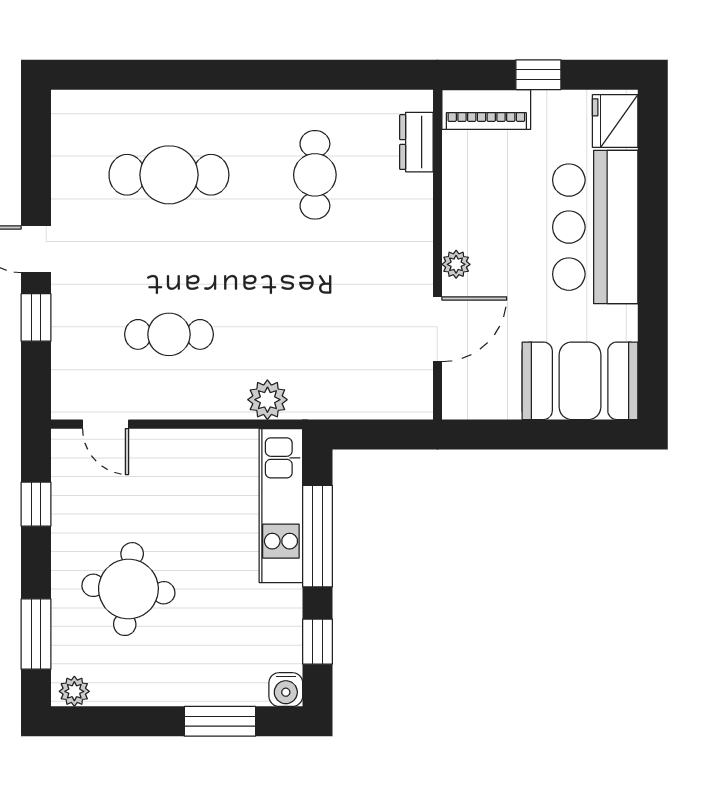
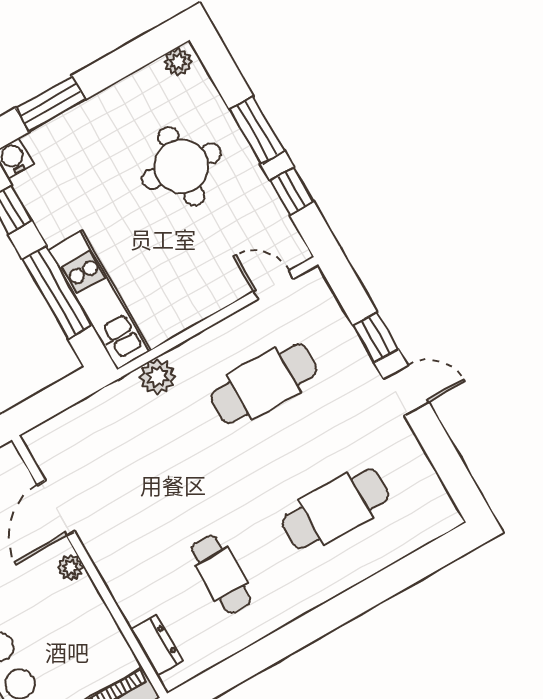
cafe table: (169, 334) -> (264, 384), width x1.37, depth x1.35
window: (36, 634) -> (257, 130), moved

